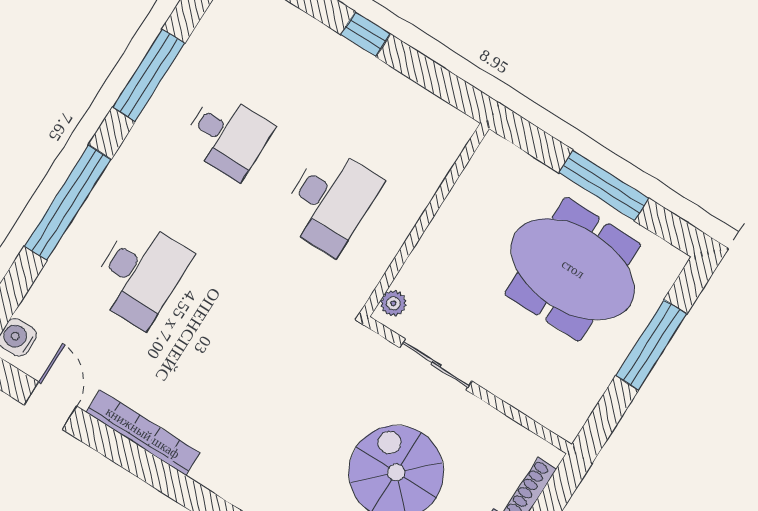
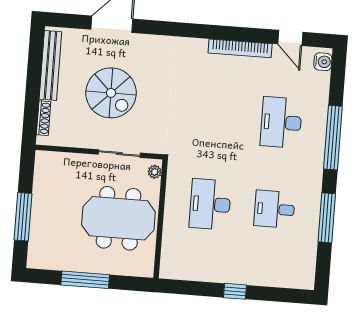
meeting table: (573, 269) -> (118, 218), moved

